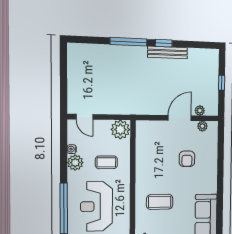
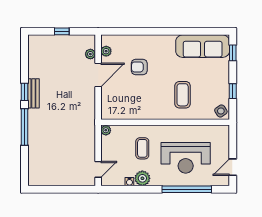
bench: (168, 53) -> (33, 93), width x0.73
door: (180, 118) -> (98, 75), swing flipped
plant: (120, 130) -> (106, 130), width x0.53, depth x0.53
armchair: (187, 159) -> (139, 67), turned 180

